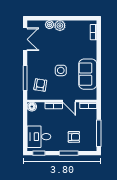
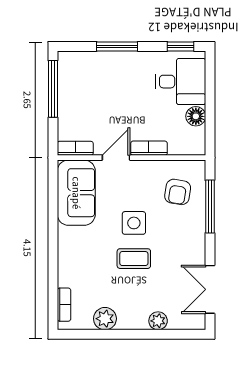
plant: (60, 26) -> (105, 319), moved
coffee table: (61, 54) -> (134, 259), added
sofa: (88, 74) -> (76, 193), moved
door: (69, 101) -> (116, 158), hinge flipped
floor lamp: (32, 107) -> (196, 116), moved
armchair: (74, 137) -> (106, 81), removed

